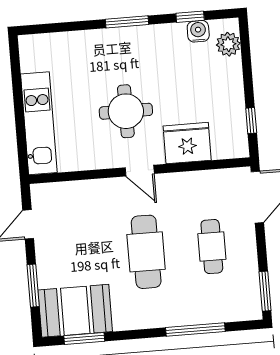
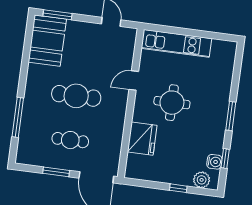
window: (251, 121) -> (178, 188), moved
door: (140, 171) -> (134, 80), moved
window: (33, 286) -> (58, 15), moved
window: (265, 291) -> (56, 172), moved
window: (84, 338) -> (28, 43), removed

